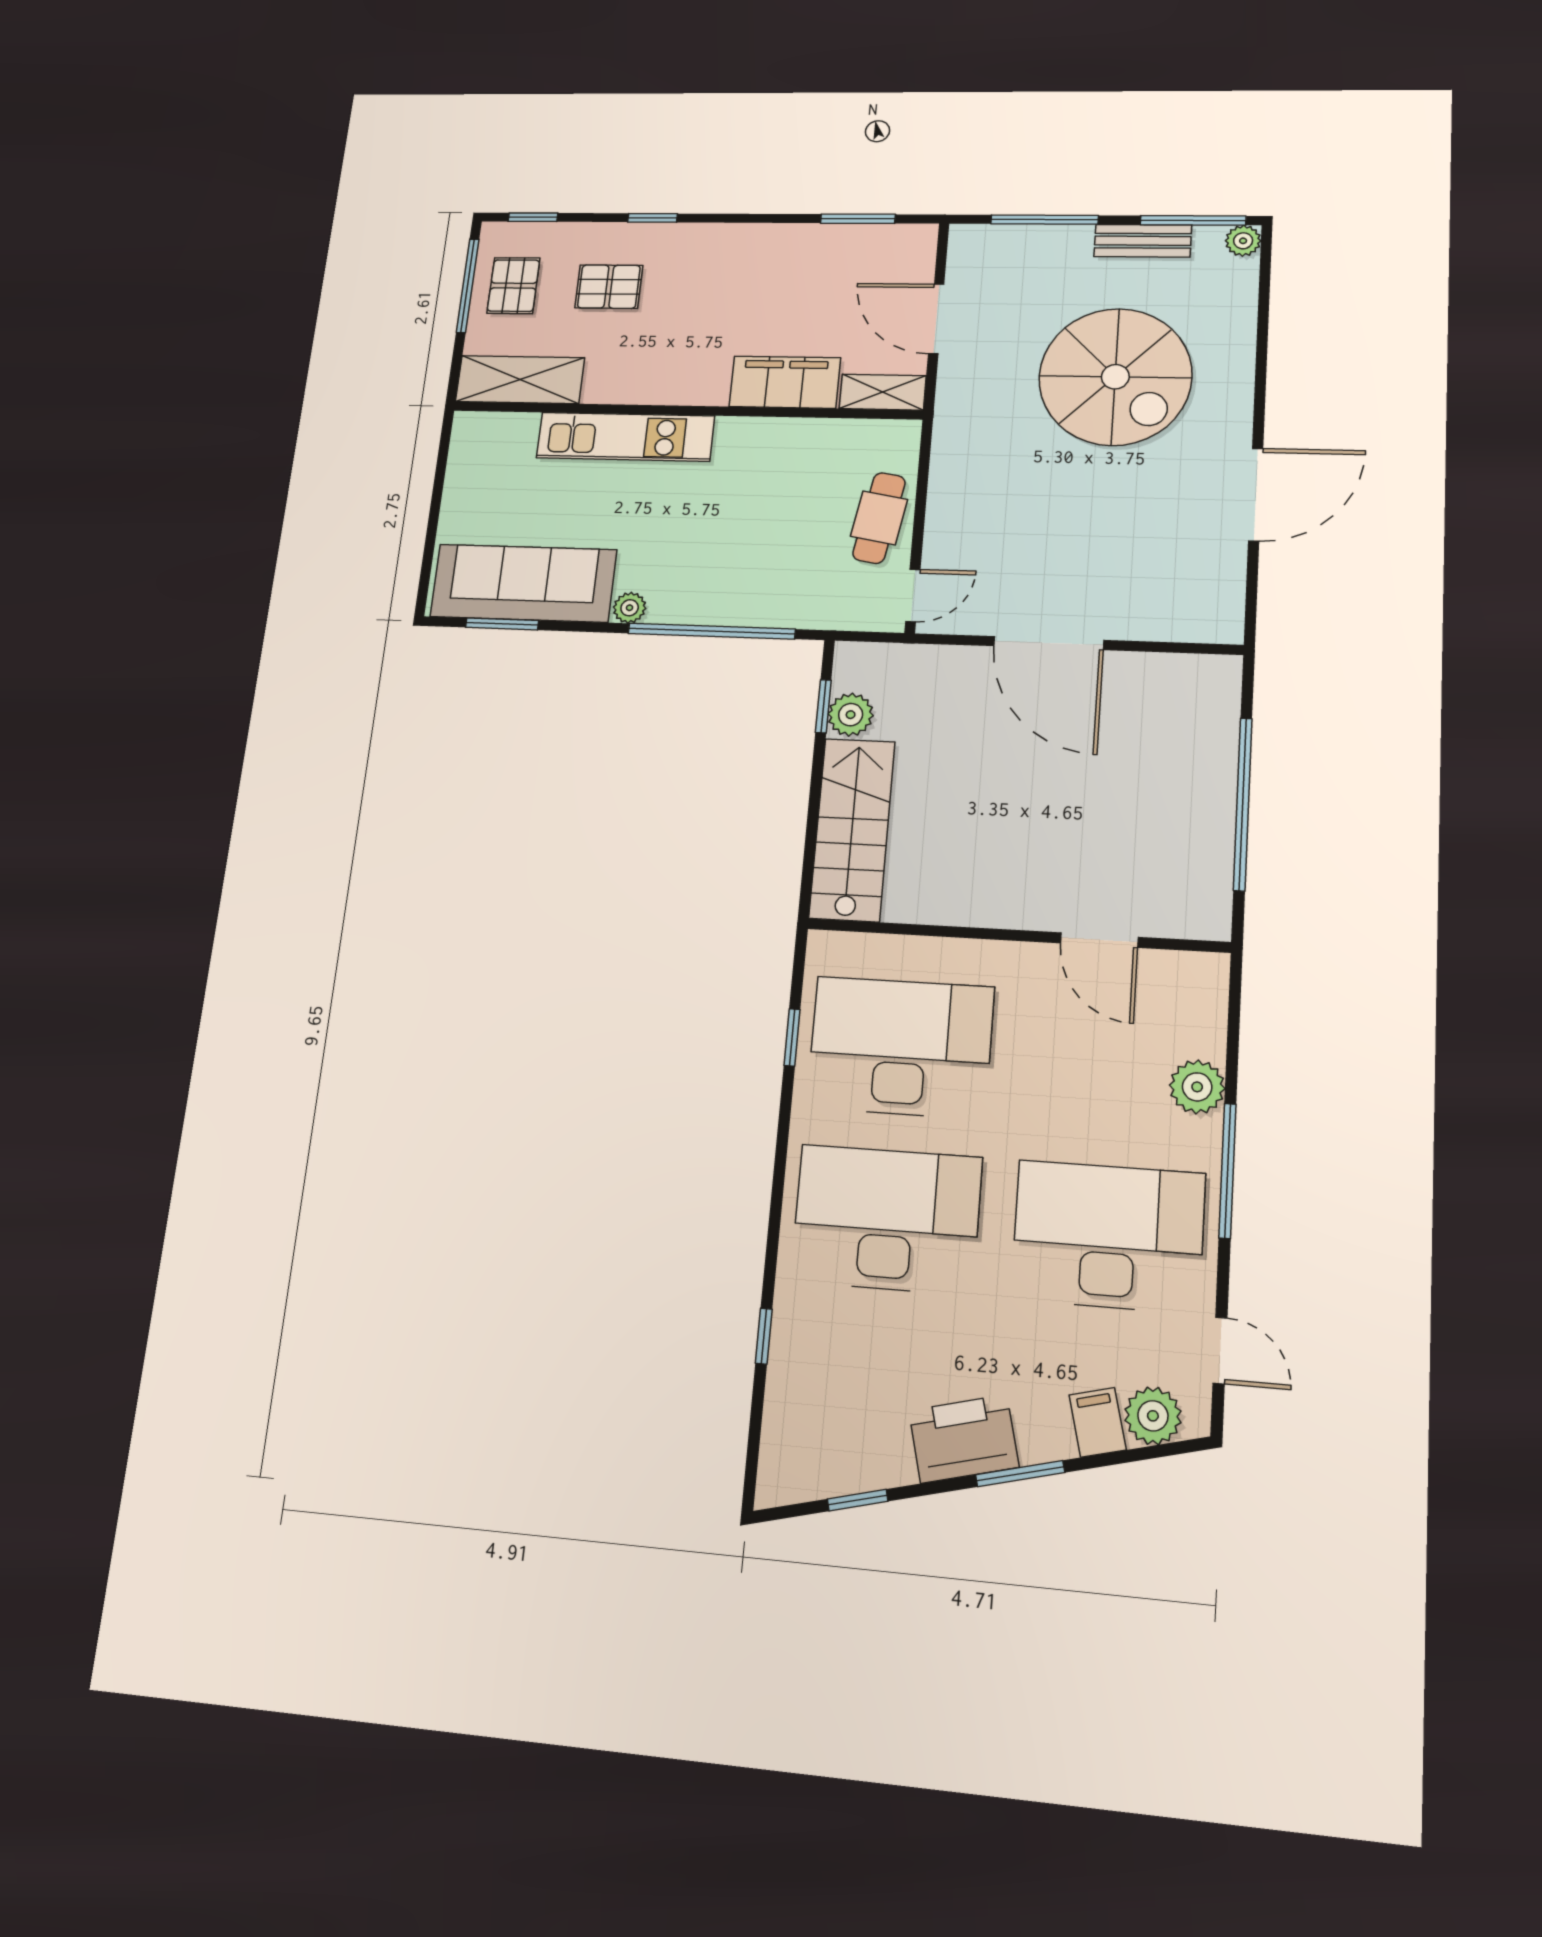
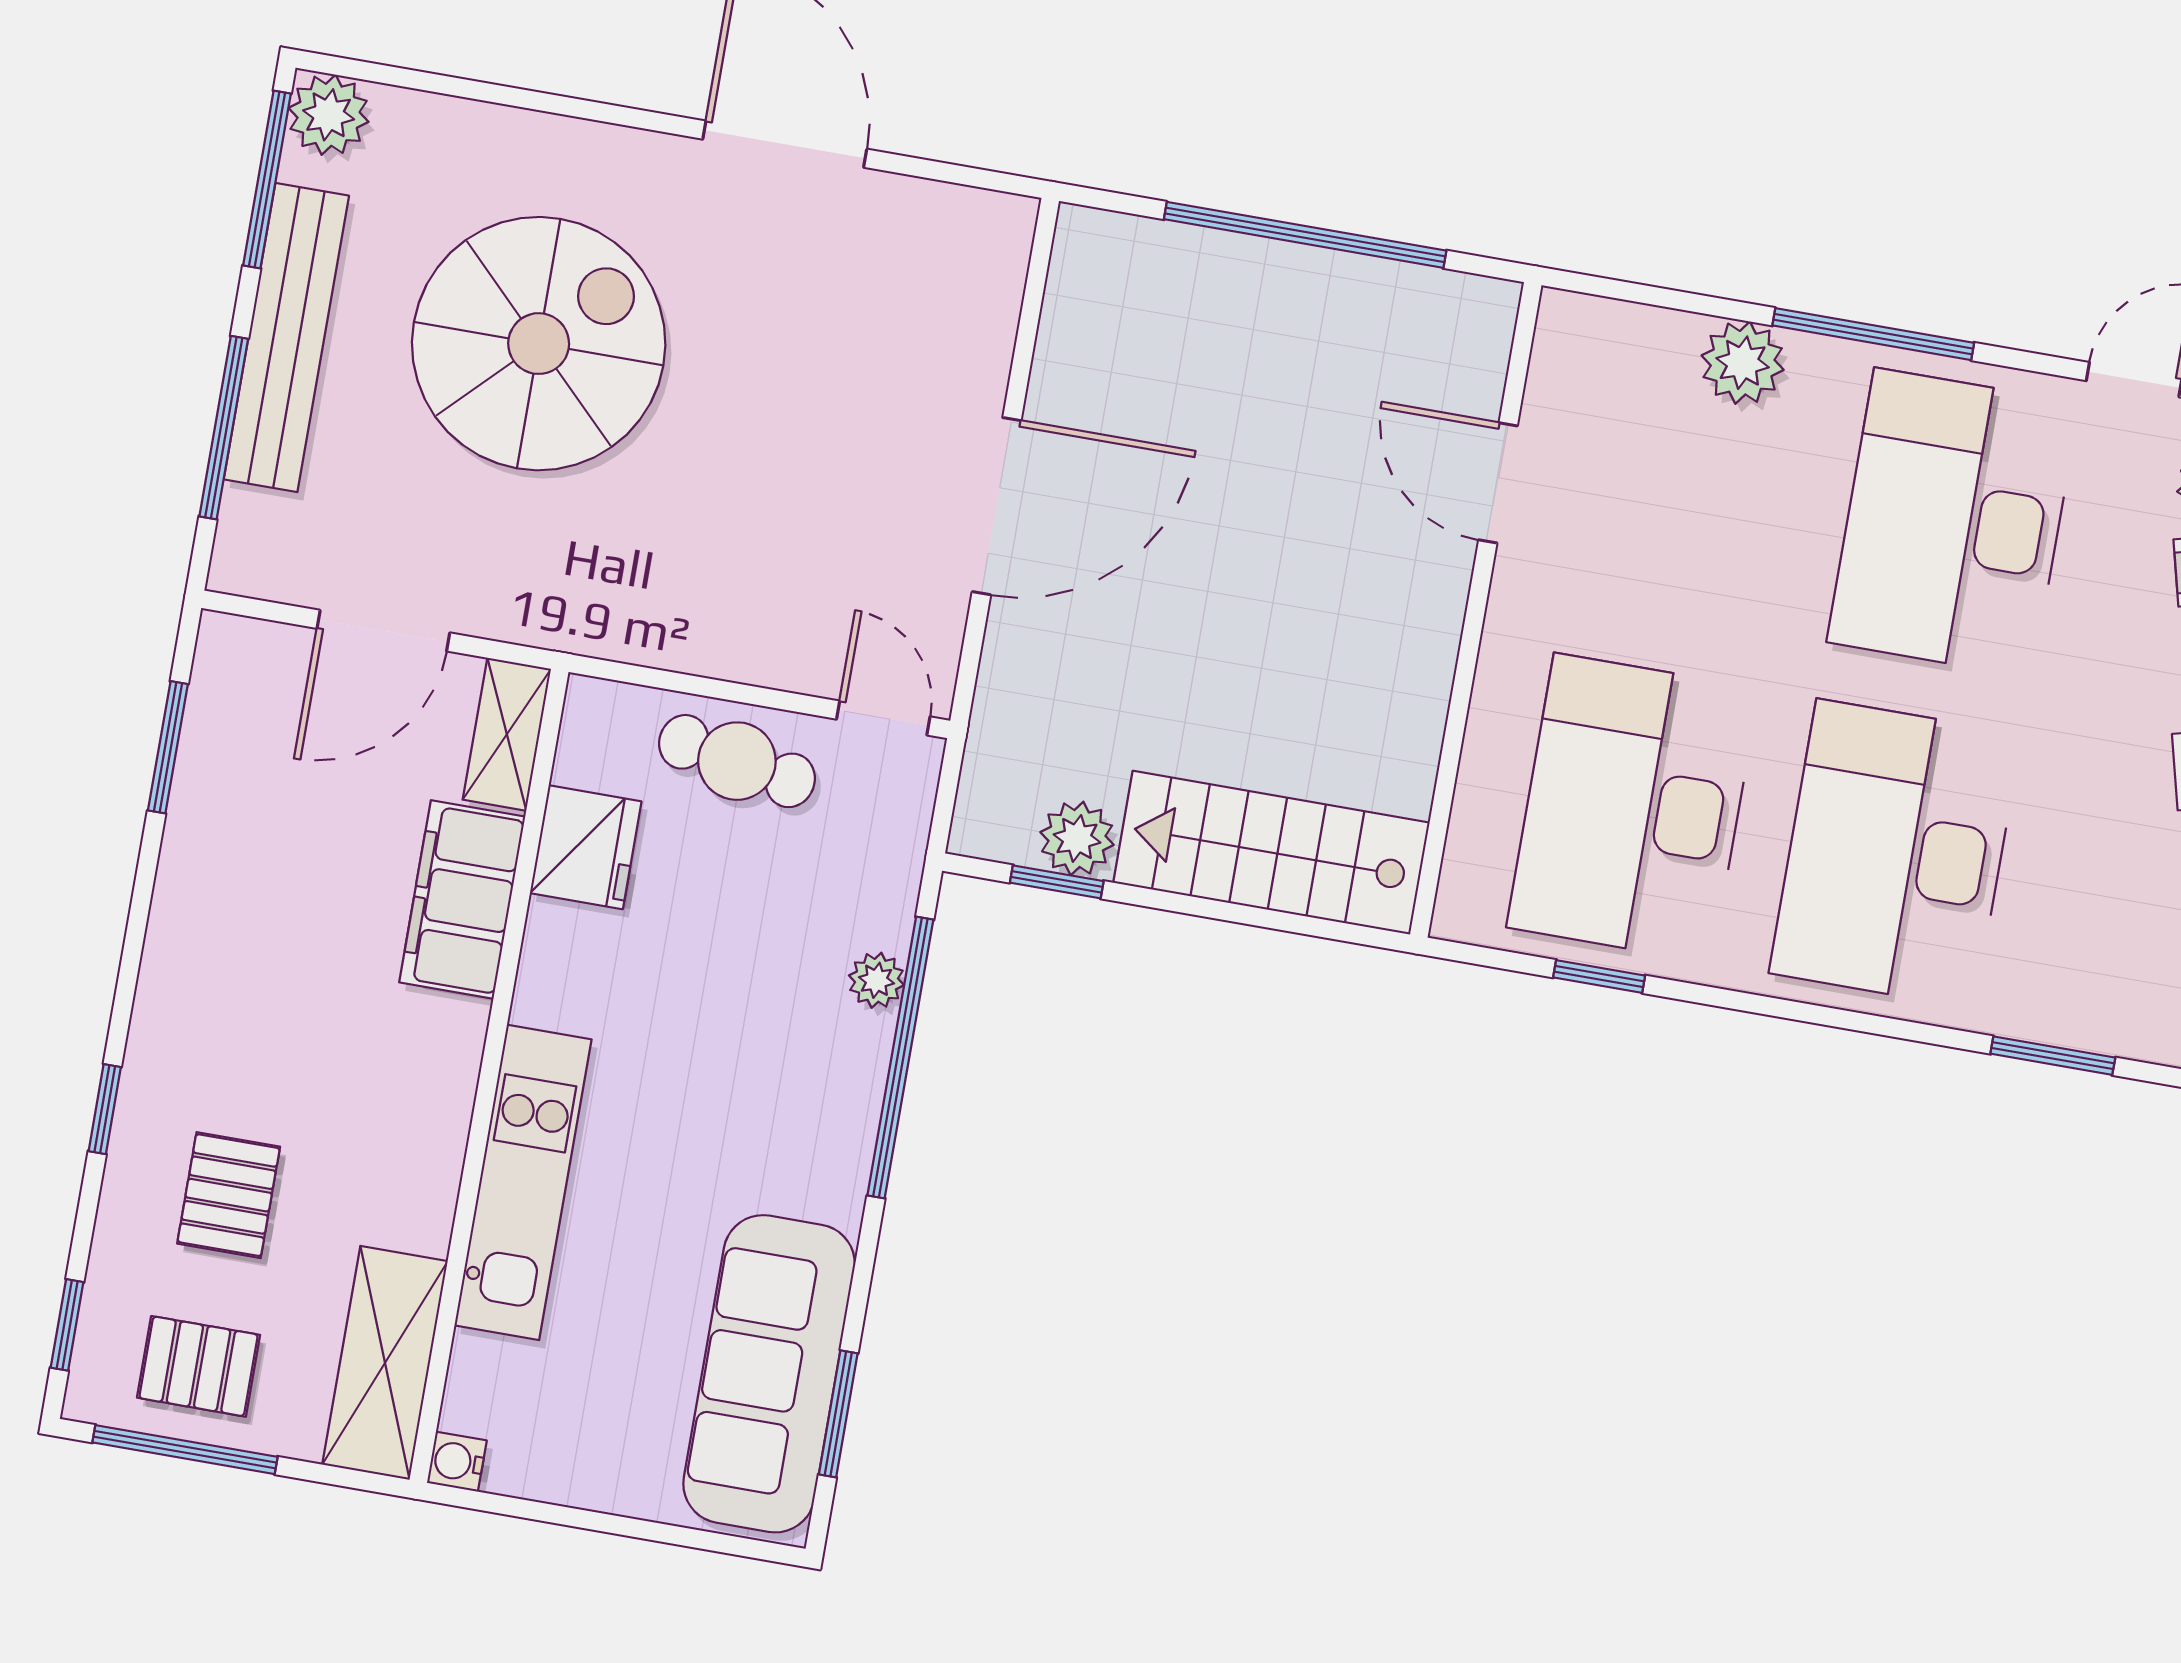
bench: (1143, 241) -> (286, 338), width x1.86, depth x1.21
plant: (1243, 241) -> (329, 115), width x1.38, depth x1.38
water cooler: (467, 425) -> (457, 1461), added
fridge: (821, 443) -> (586, 847), added
plant: (630, 608) -> (876, 980), moved
door: (1099, 940) -> (1498, 483), swing flipped
window: (764, 1336) -> (2053, 1056), width x1.50

